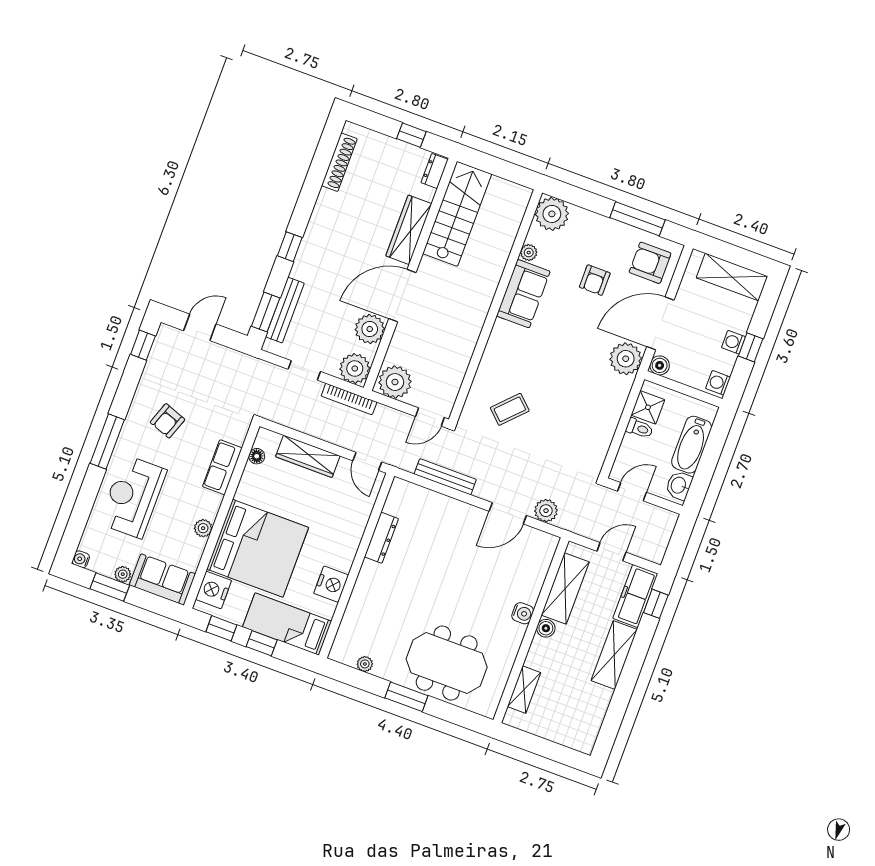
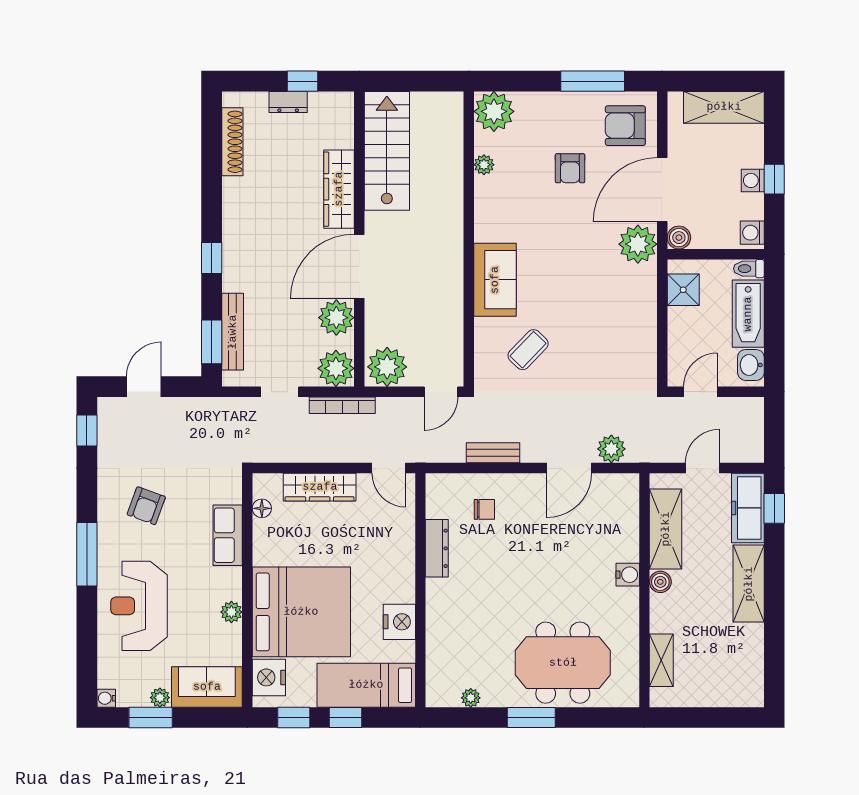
dresser: (435, 171) -> (288, 102), moved, turned -90
sofa: (523, 294) -> (495, 280), moved
toilet: (639, 428) -> (749, 269), moved, turned 180
bench: (445, 477) -> (493, 453), width x0.73
chair: (430, 521) -> (484, 509), added

